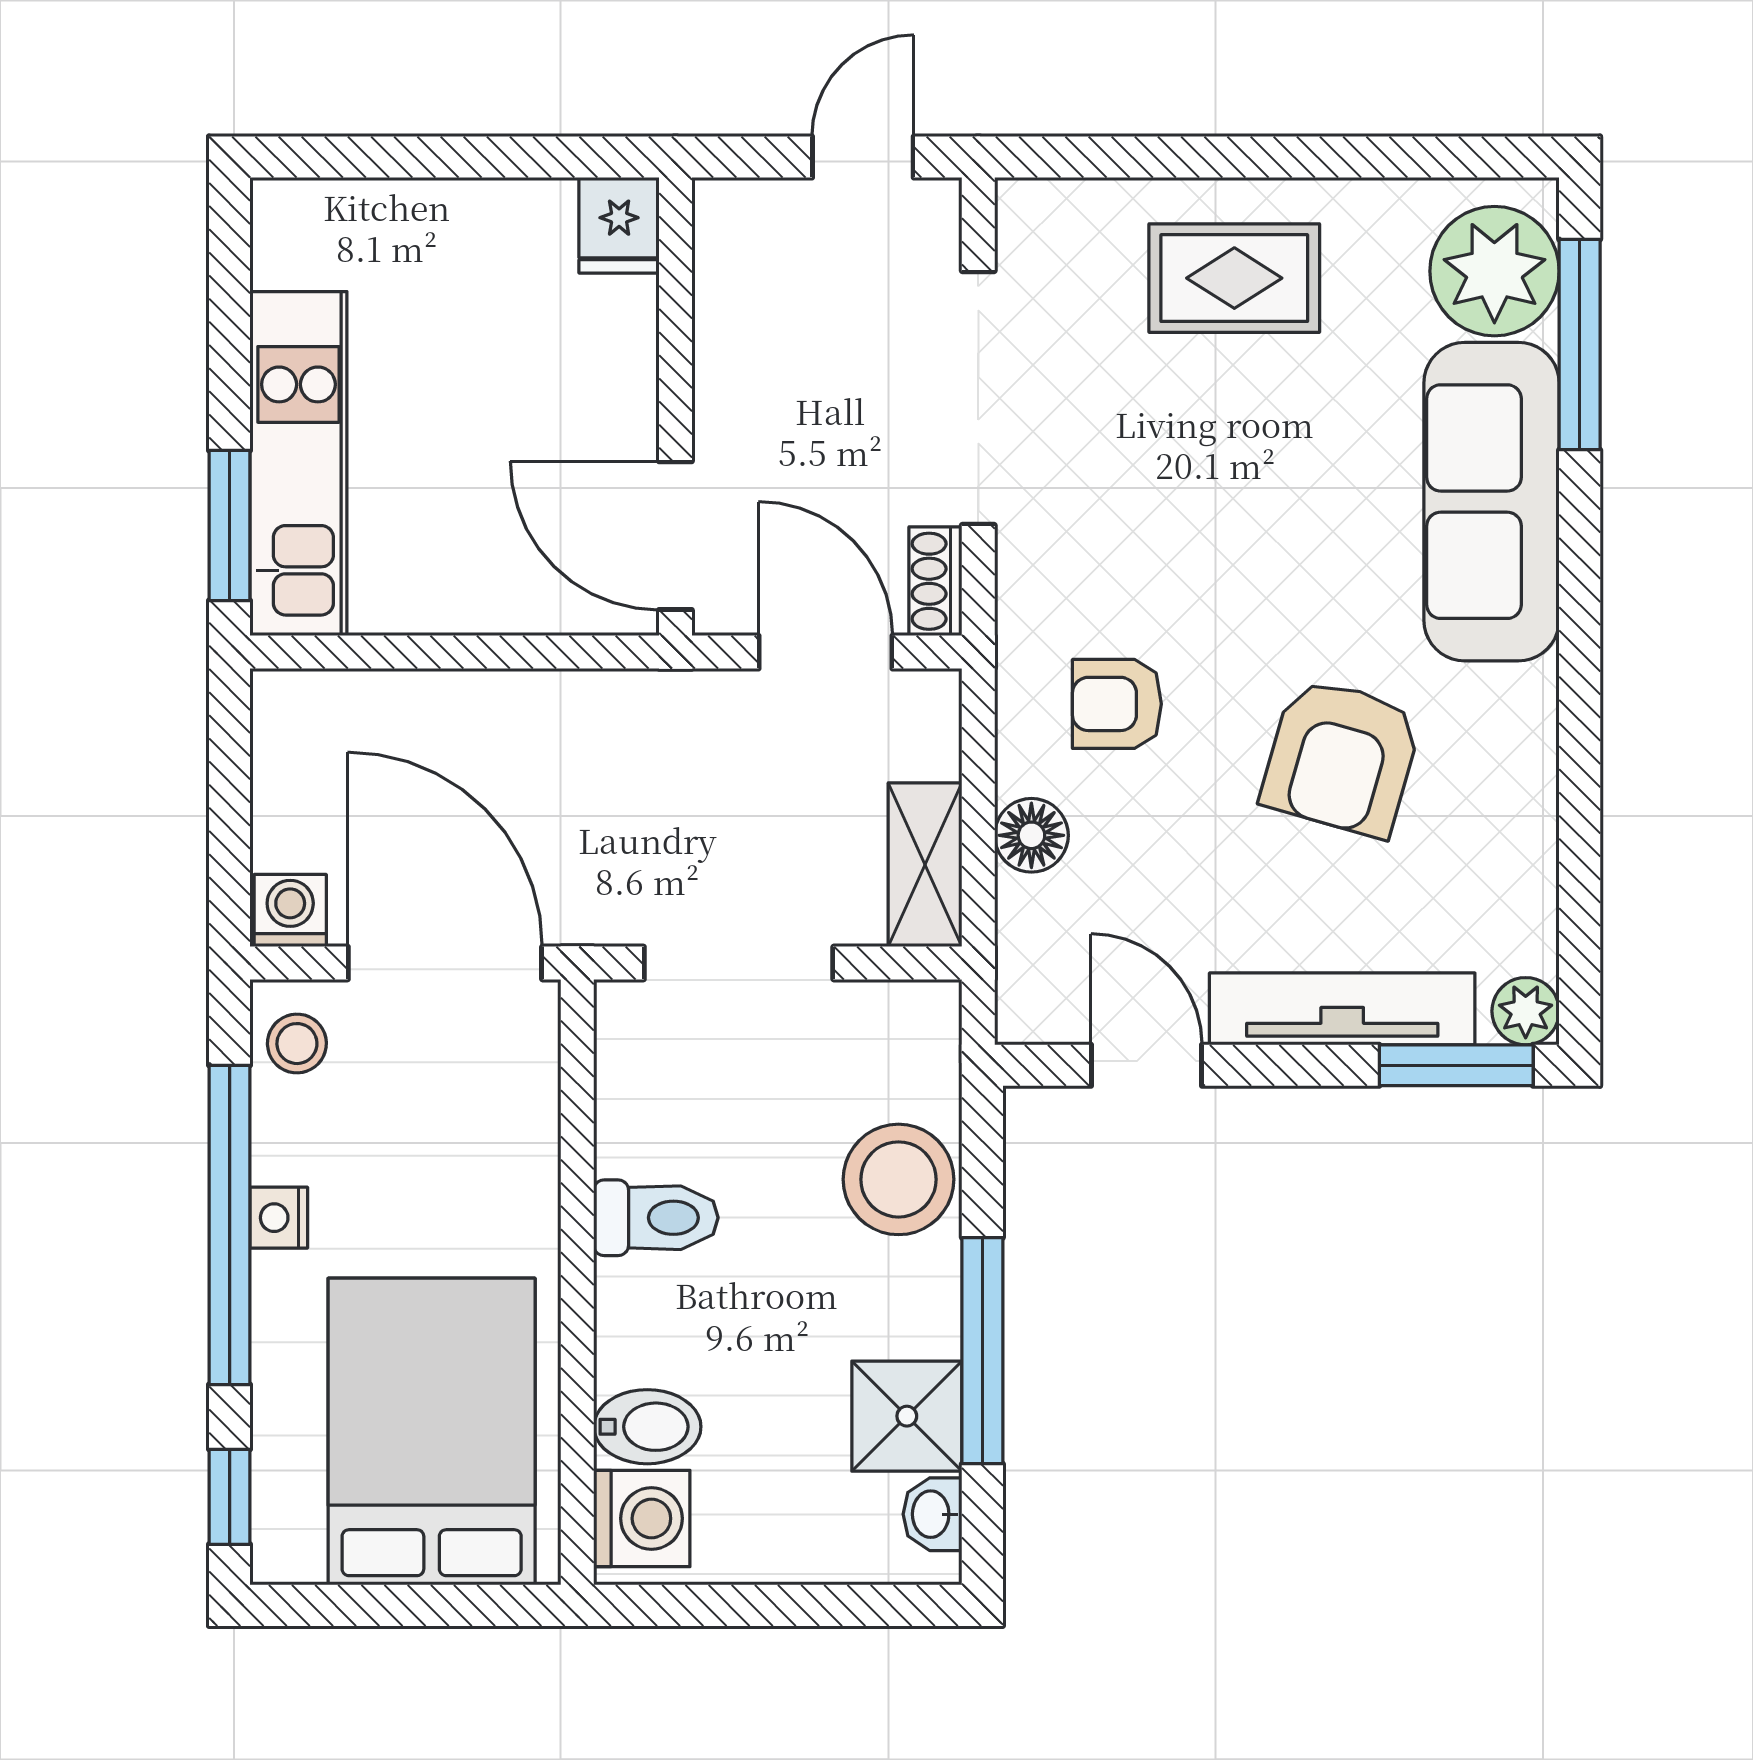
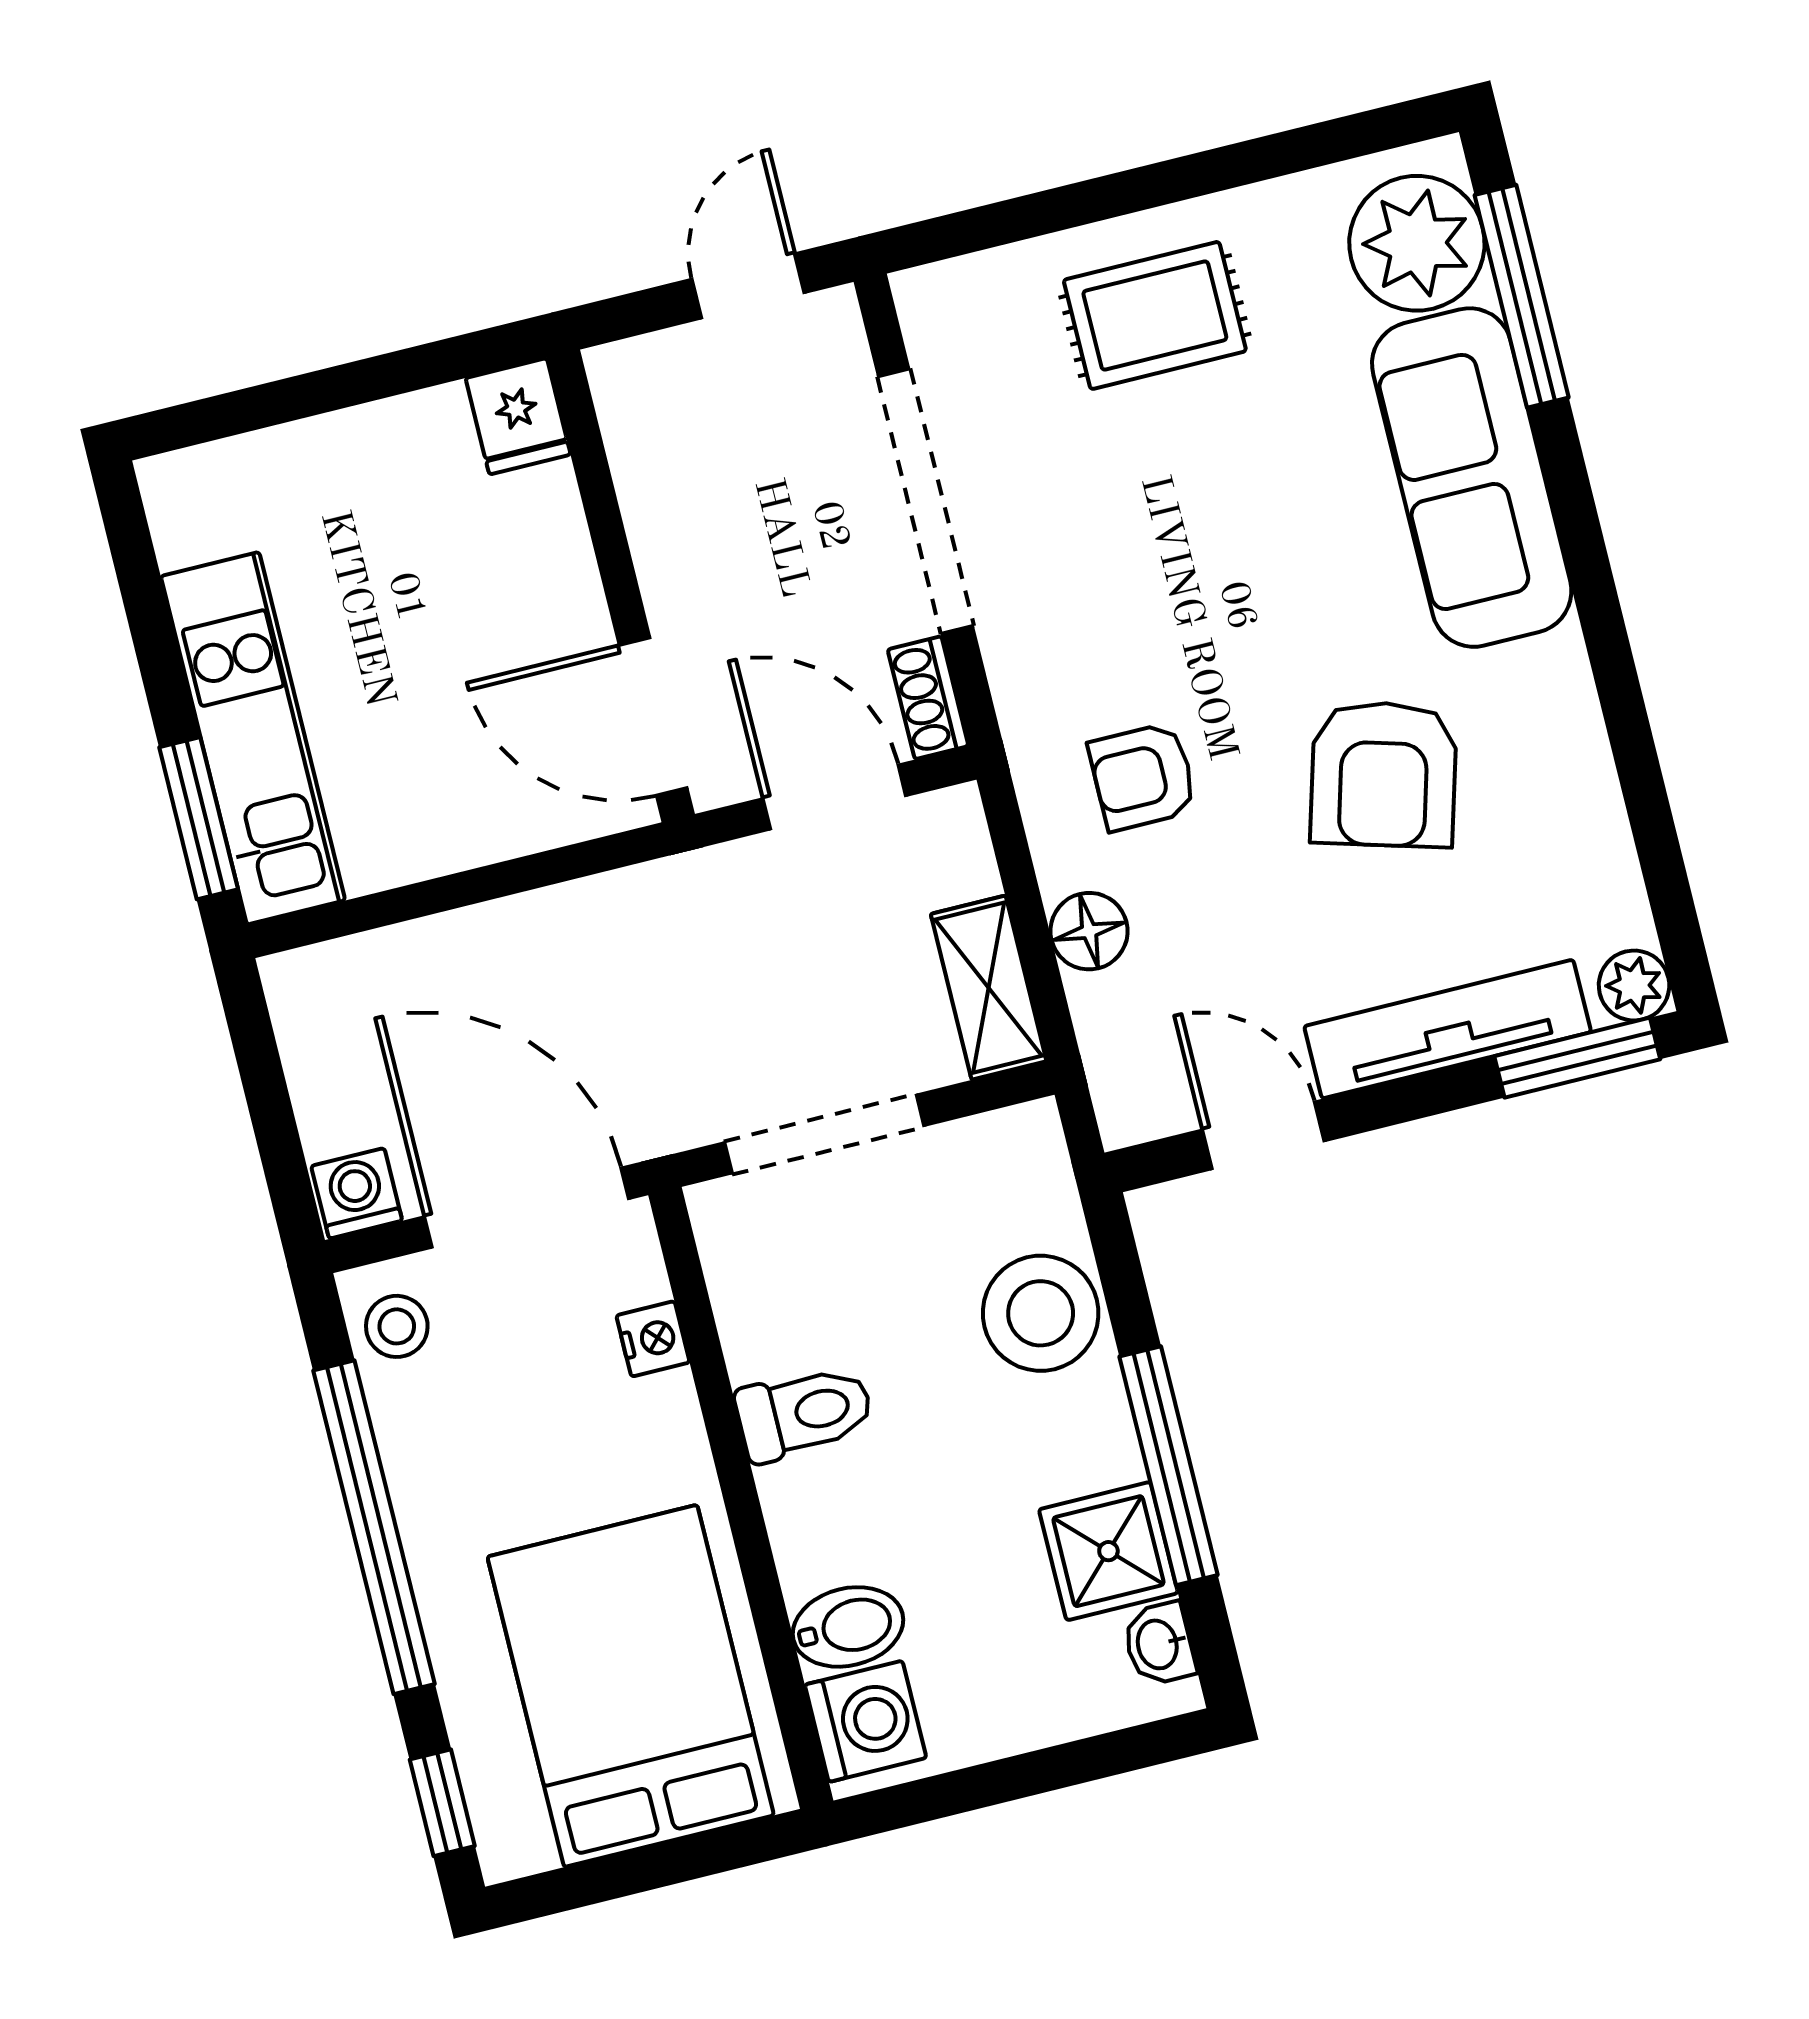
nightstand: (279, 1218) -> (653, 1339), moved, turned 180

